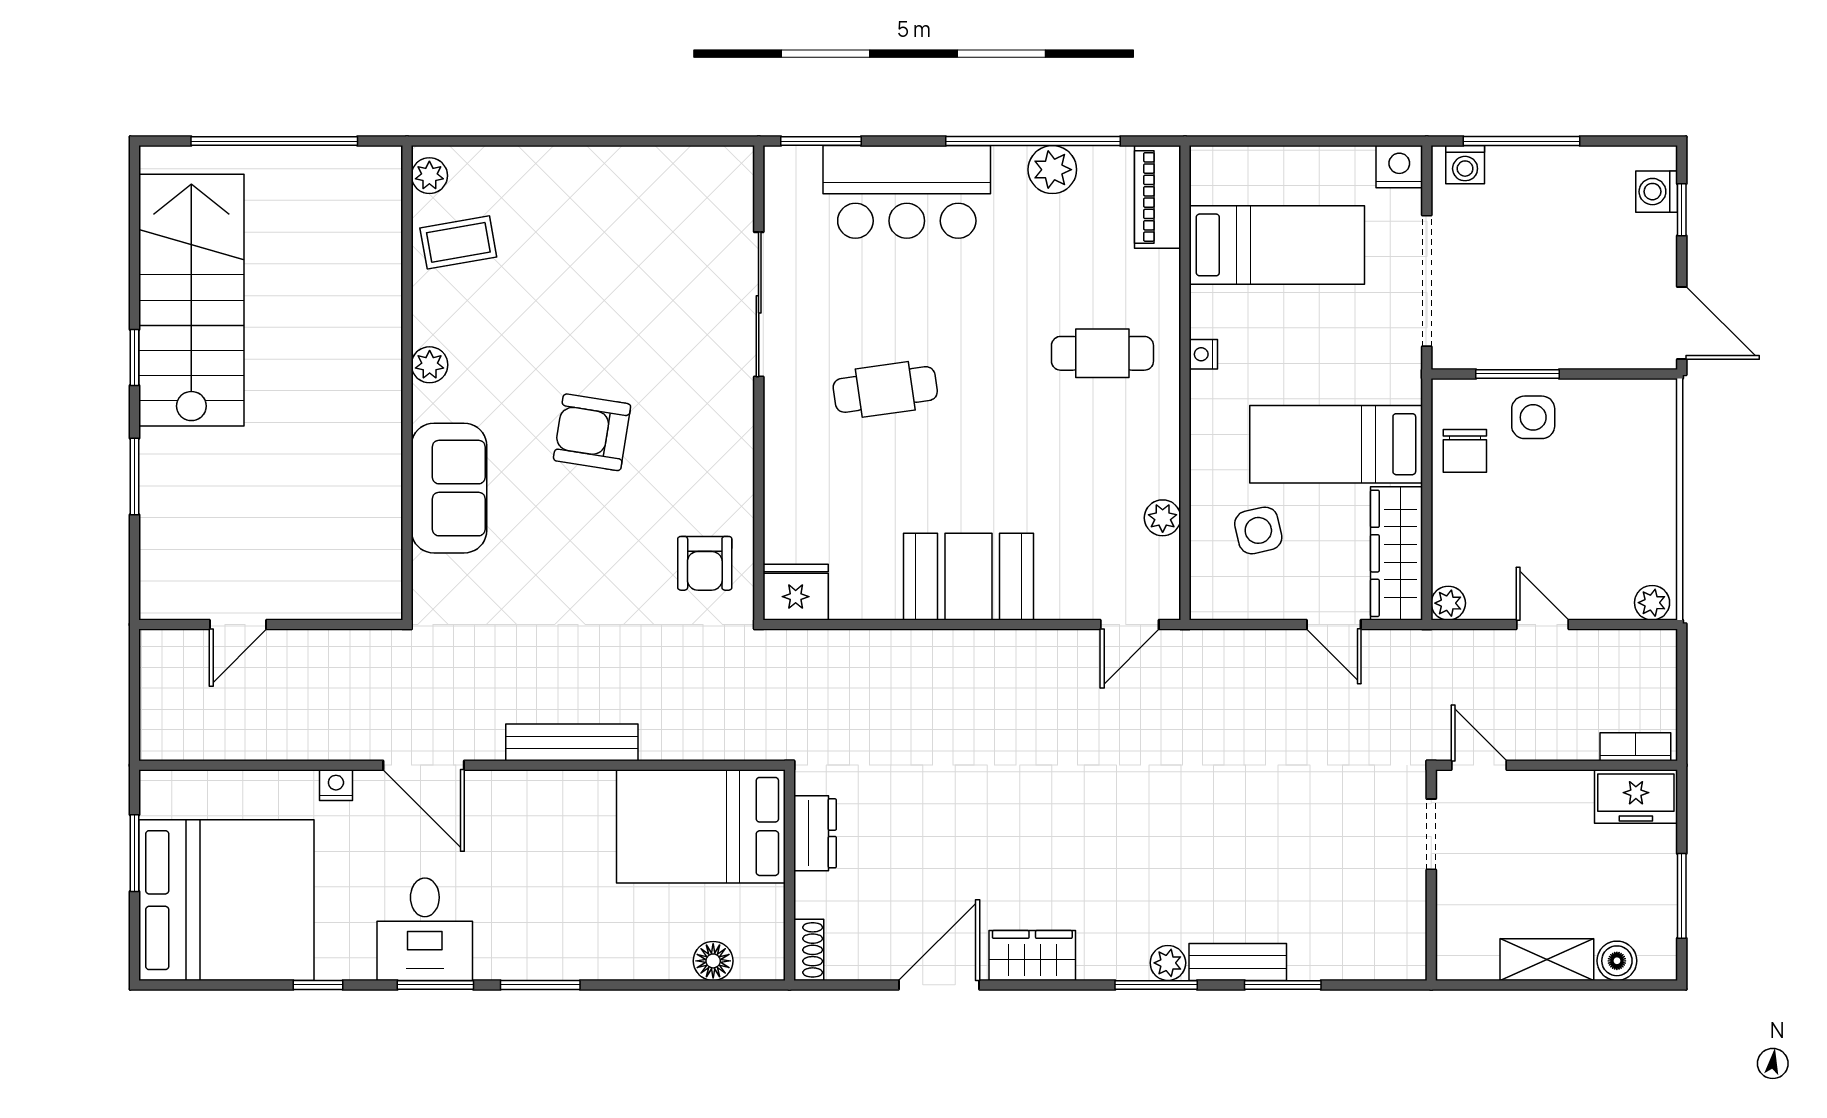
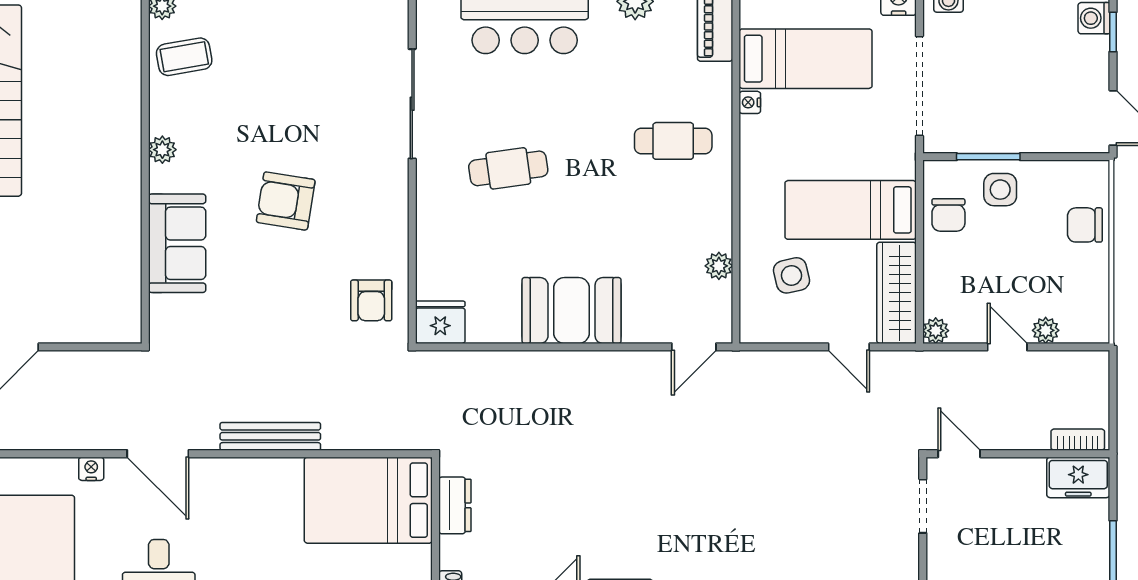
nightstand: (1203, 354) -> (750, 102), moved
chair: (1645, 464) -> (1085, 225), added
plant: (1652, 603) -> (1046, 330), moved

